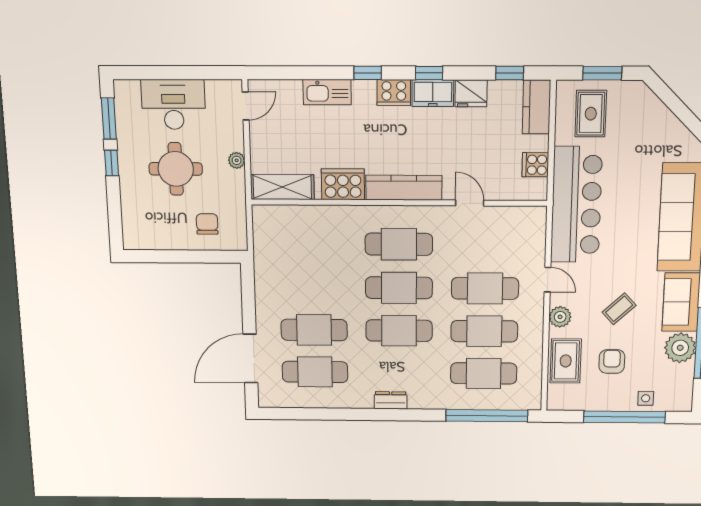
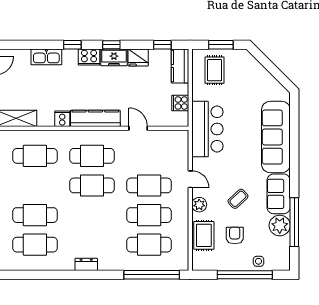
cooker: (343, 184) -> (62, 119), width x0.53, depth x0.76
bar counter: (576, 205) -> (207, 129), width x0.73
cafe table: (399, 331) -> (35, 156), moved

